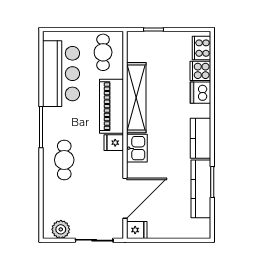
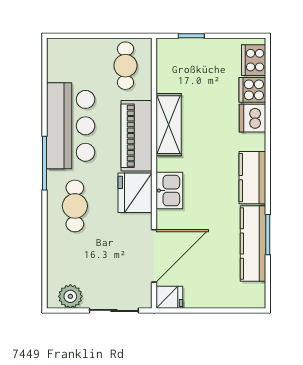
bar counter: (61, 74) -> (71, 126), moved
shelving: (136, 98) -> (169, 125), width x0.68
fridge: (114, 143) -> (135, 193), width x1.88, depth x1.34

